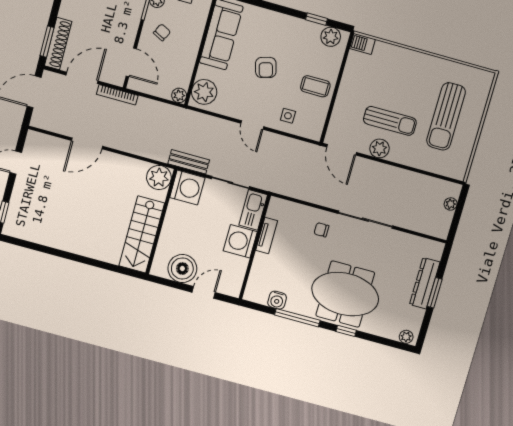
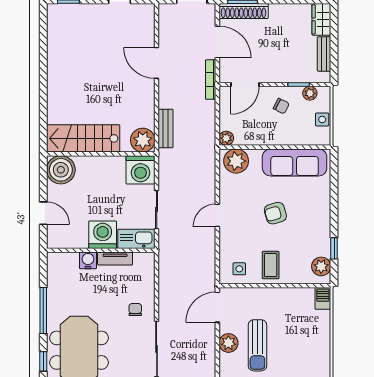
side table: (288, 116) -> (239, 269), moved
bench: (189, 162) -> (166, 128), moved
boiler: (182, 269) -> (61, 170), moved
water cooler: (277, 300) -> (88, 260), moved, turned 90

